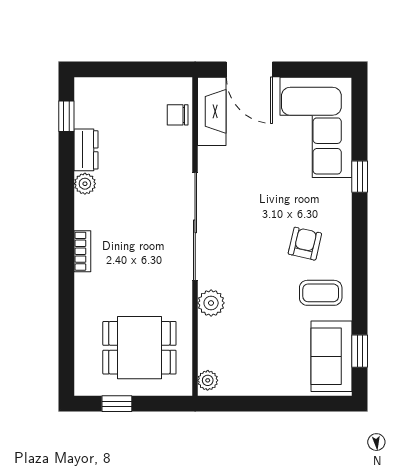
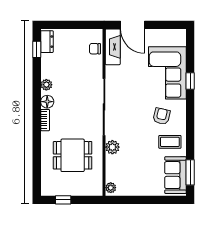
corner sofa: (316, 127) -> (167, 73), moved
dresser: (86, 150) -> (47, 42), moved
floor lamp: (87, 216) -> (47, 102), added
dining table: (139, 348) -> (73, 155), moved
window: (360, 351) -> (190, 172), width x1.50

